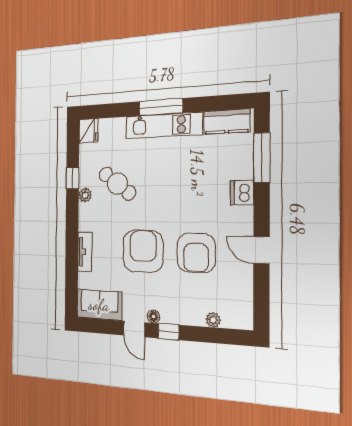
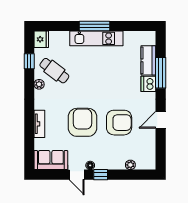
kitchen counter: (227, 122) -> (148, 60), moved, turned 90
window: (262, 158) -> (161, 73), moved
window: (73, 178) -> (29, 61), moved
cafe table: (117, 184) -> (54, 71), moved
door: (261, 250) -> (161, 120), hinge flipped
armchair: (196, 253) -> (119, 123), turned -90

